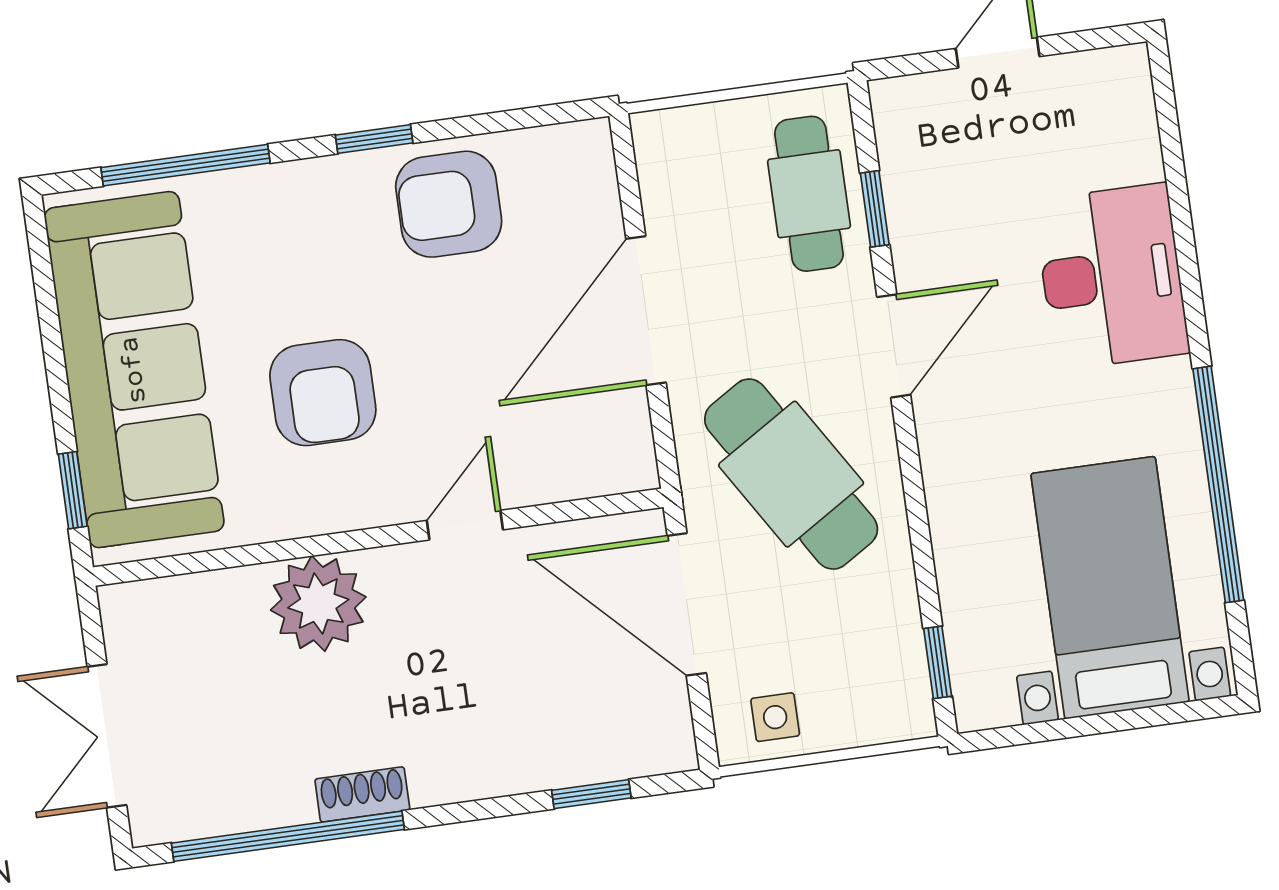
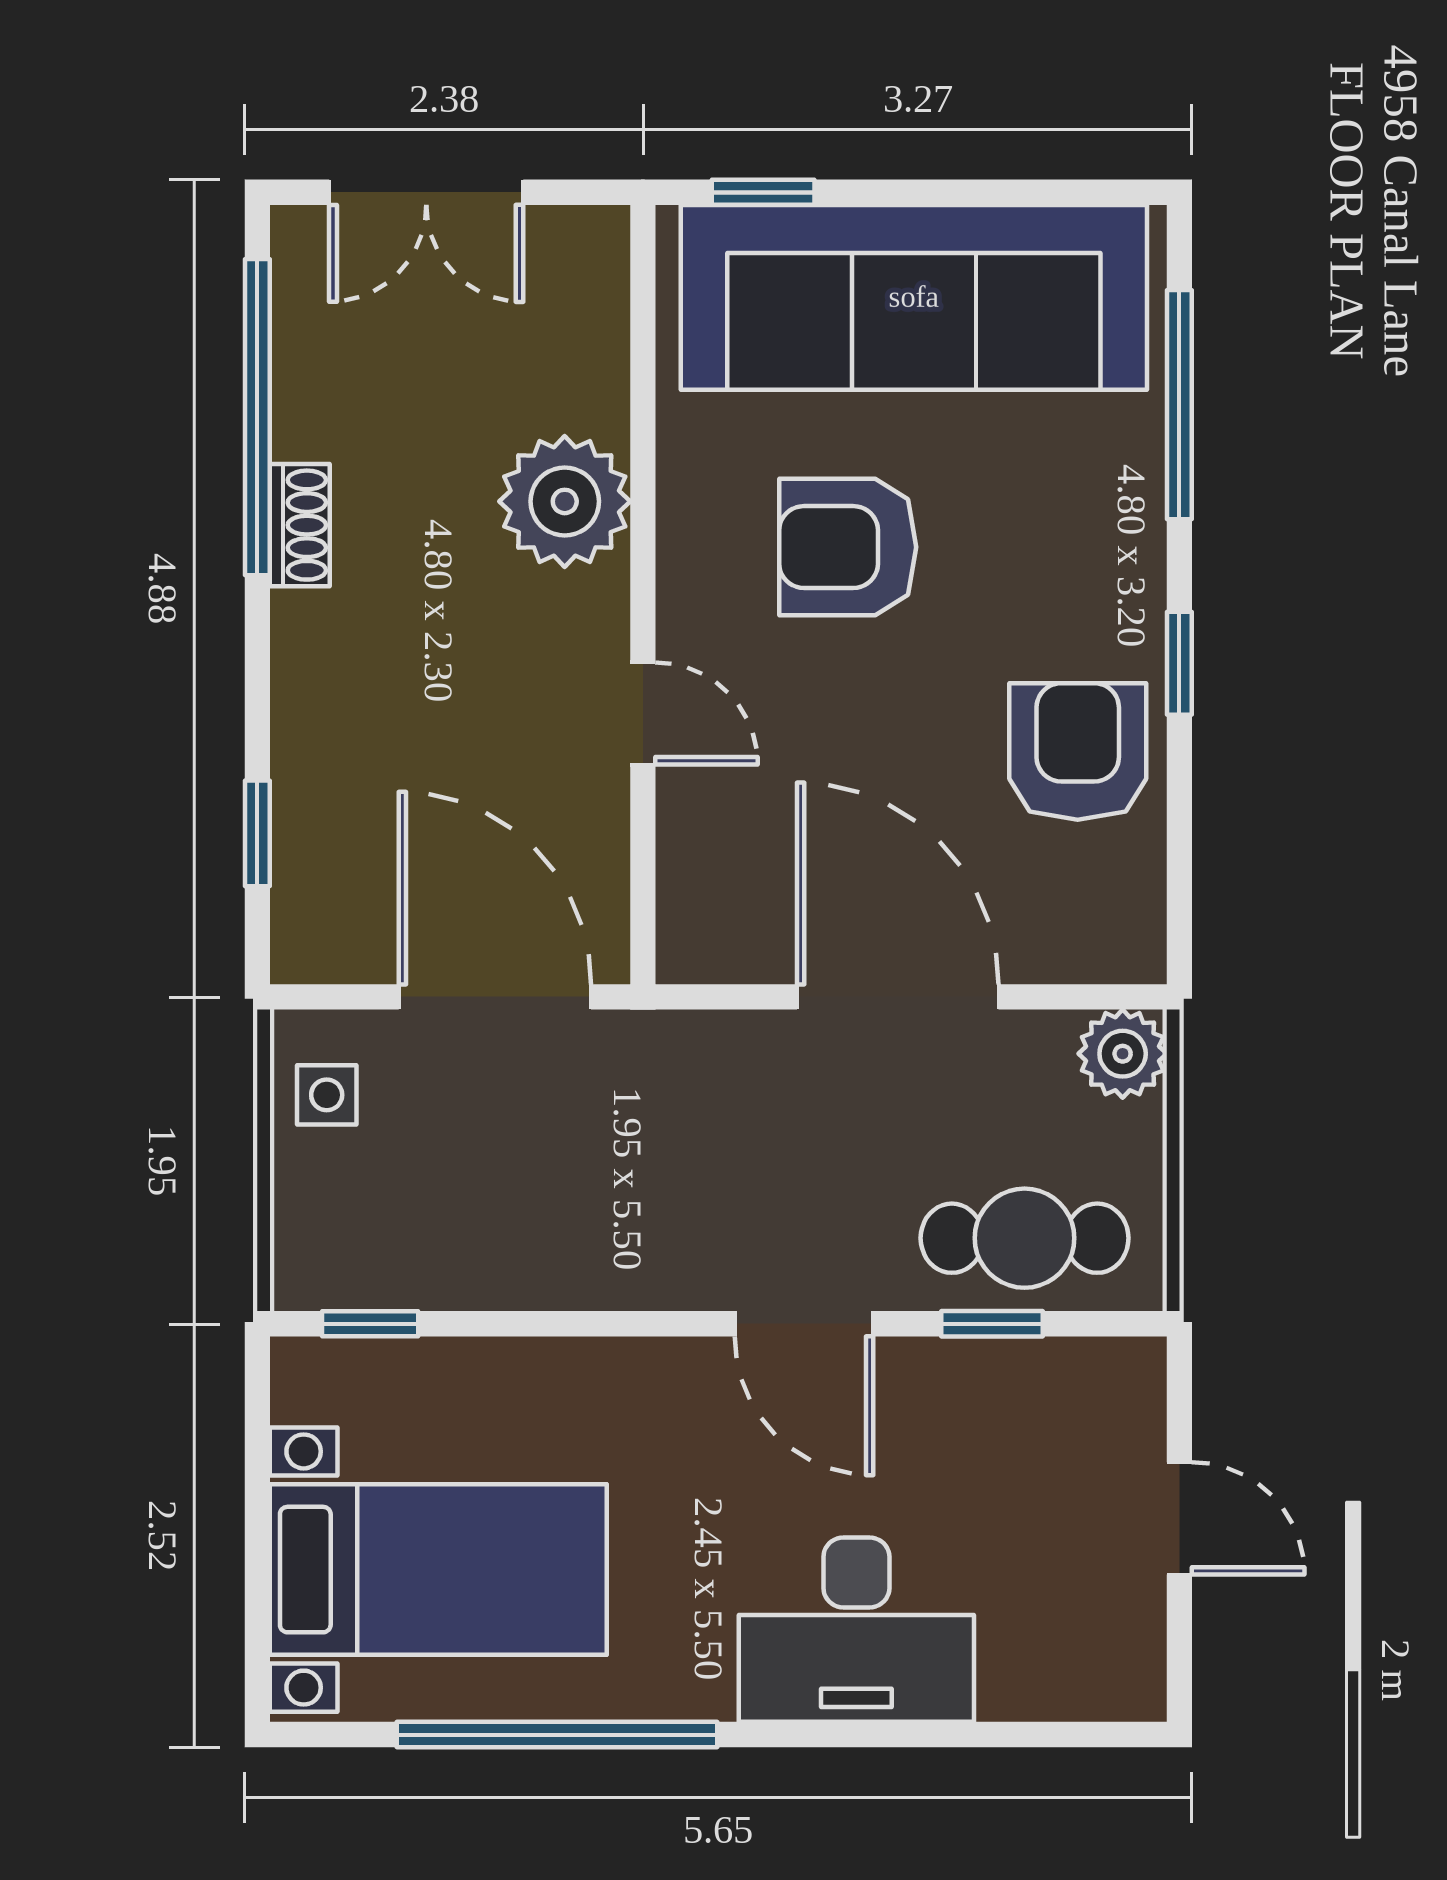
plant: (665, 141) -> (1123, 1054), added
cafe table: (791, 474) -> (651, 1162), removed
door: (687, 604) -> (495, 997), hinge flipped
double door: (107, 736) -> (426, 192), swing flipped

